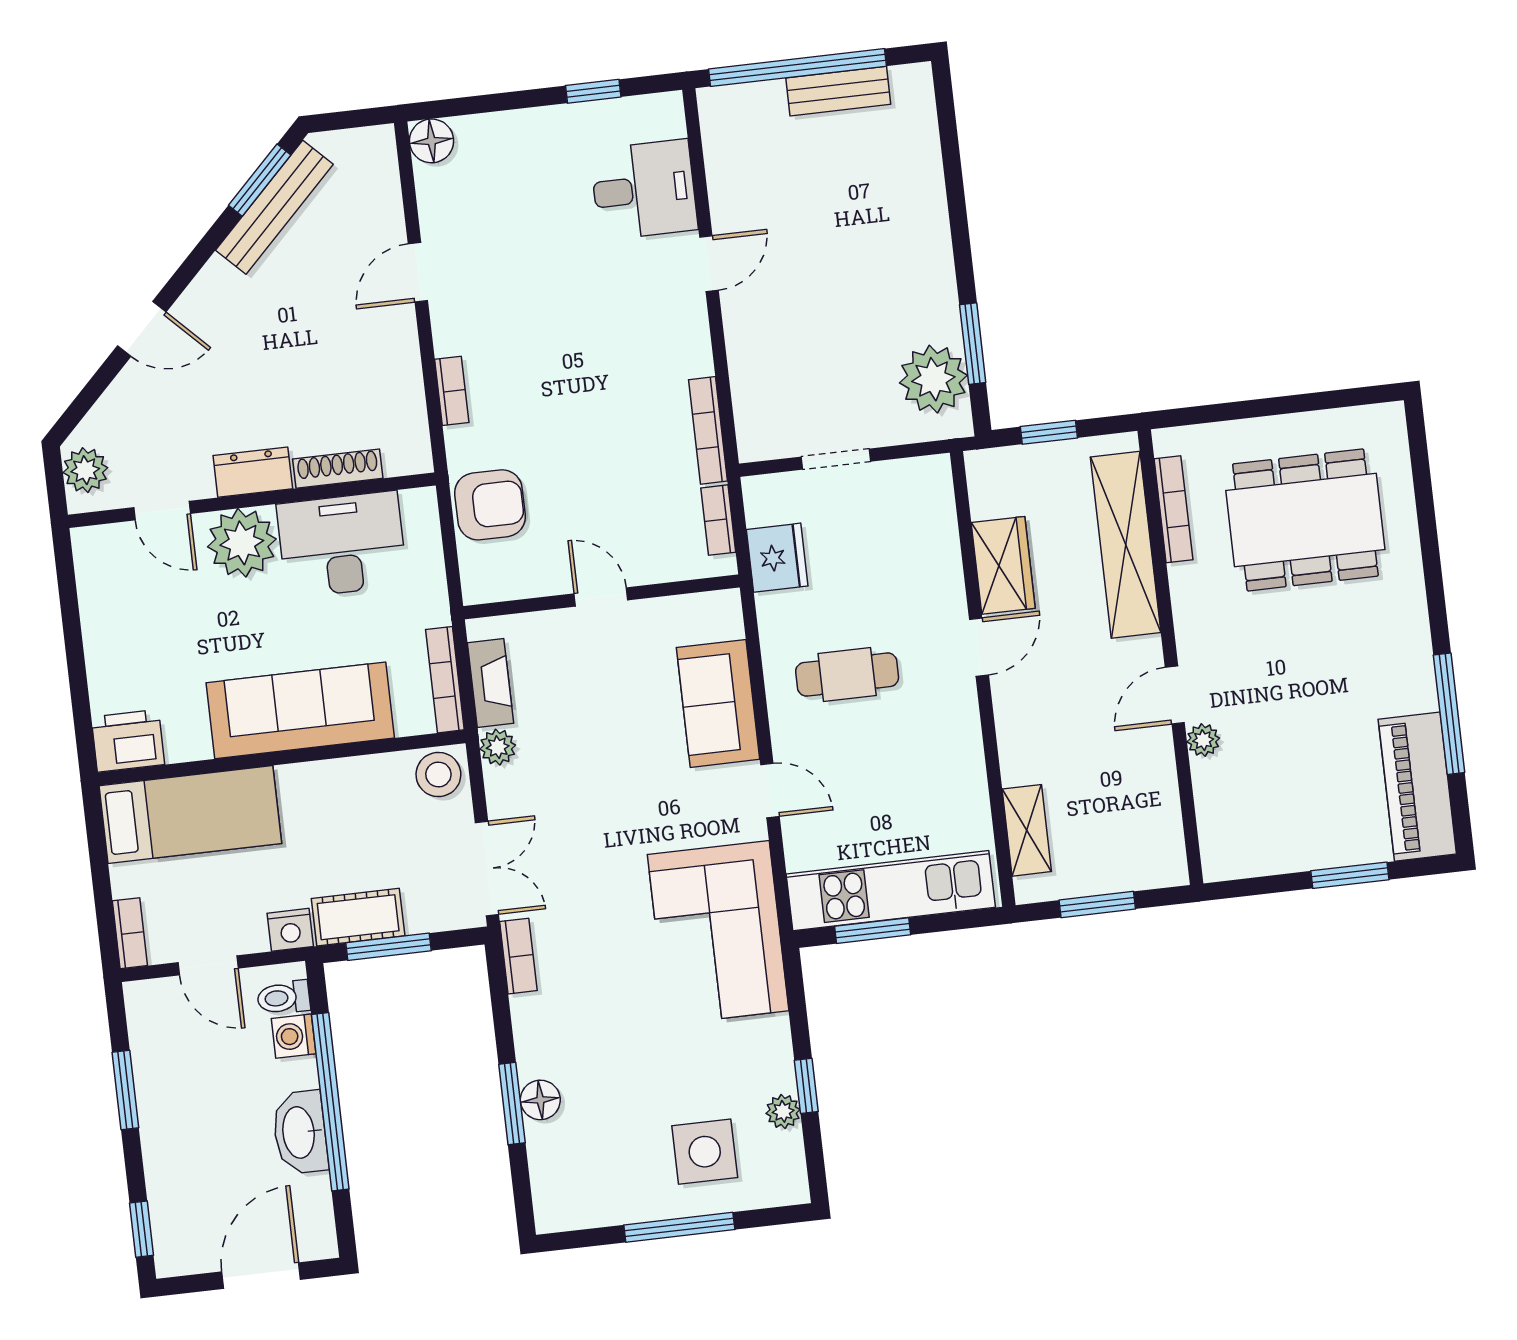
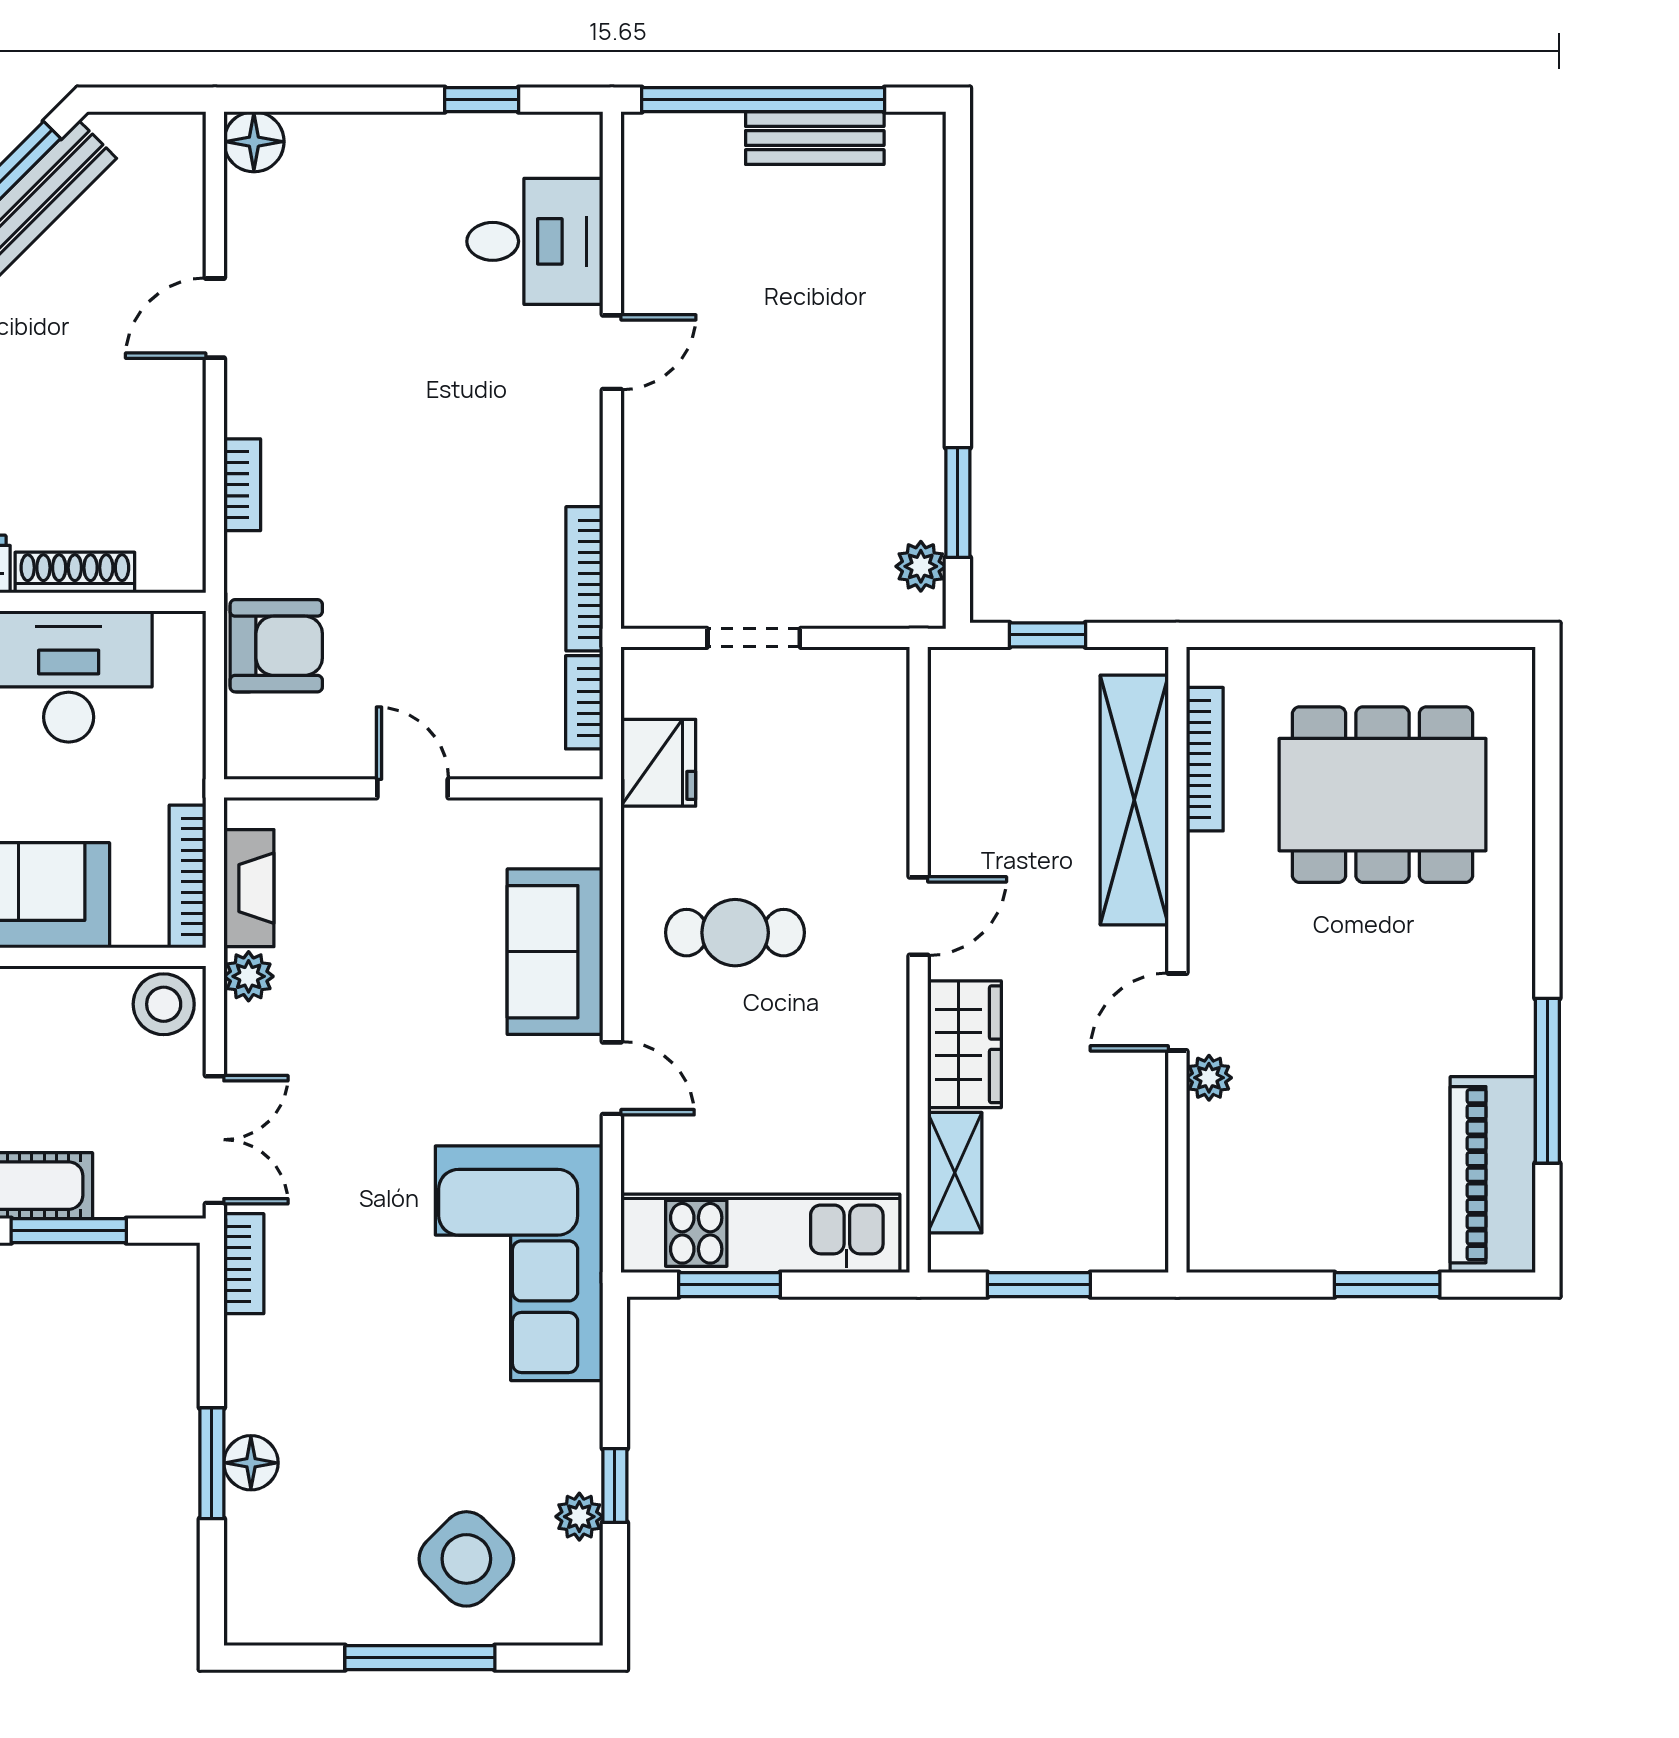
plant: (933, 379) -> (921, 566), width x0.53, depth x0.53
wardrobe: (1003, 565) -> (964, 1044), moved
side table: (705, 1152) -> (466, 1559), turned 45

